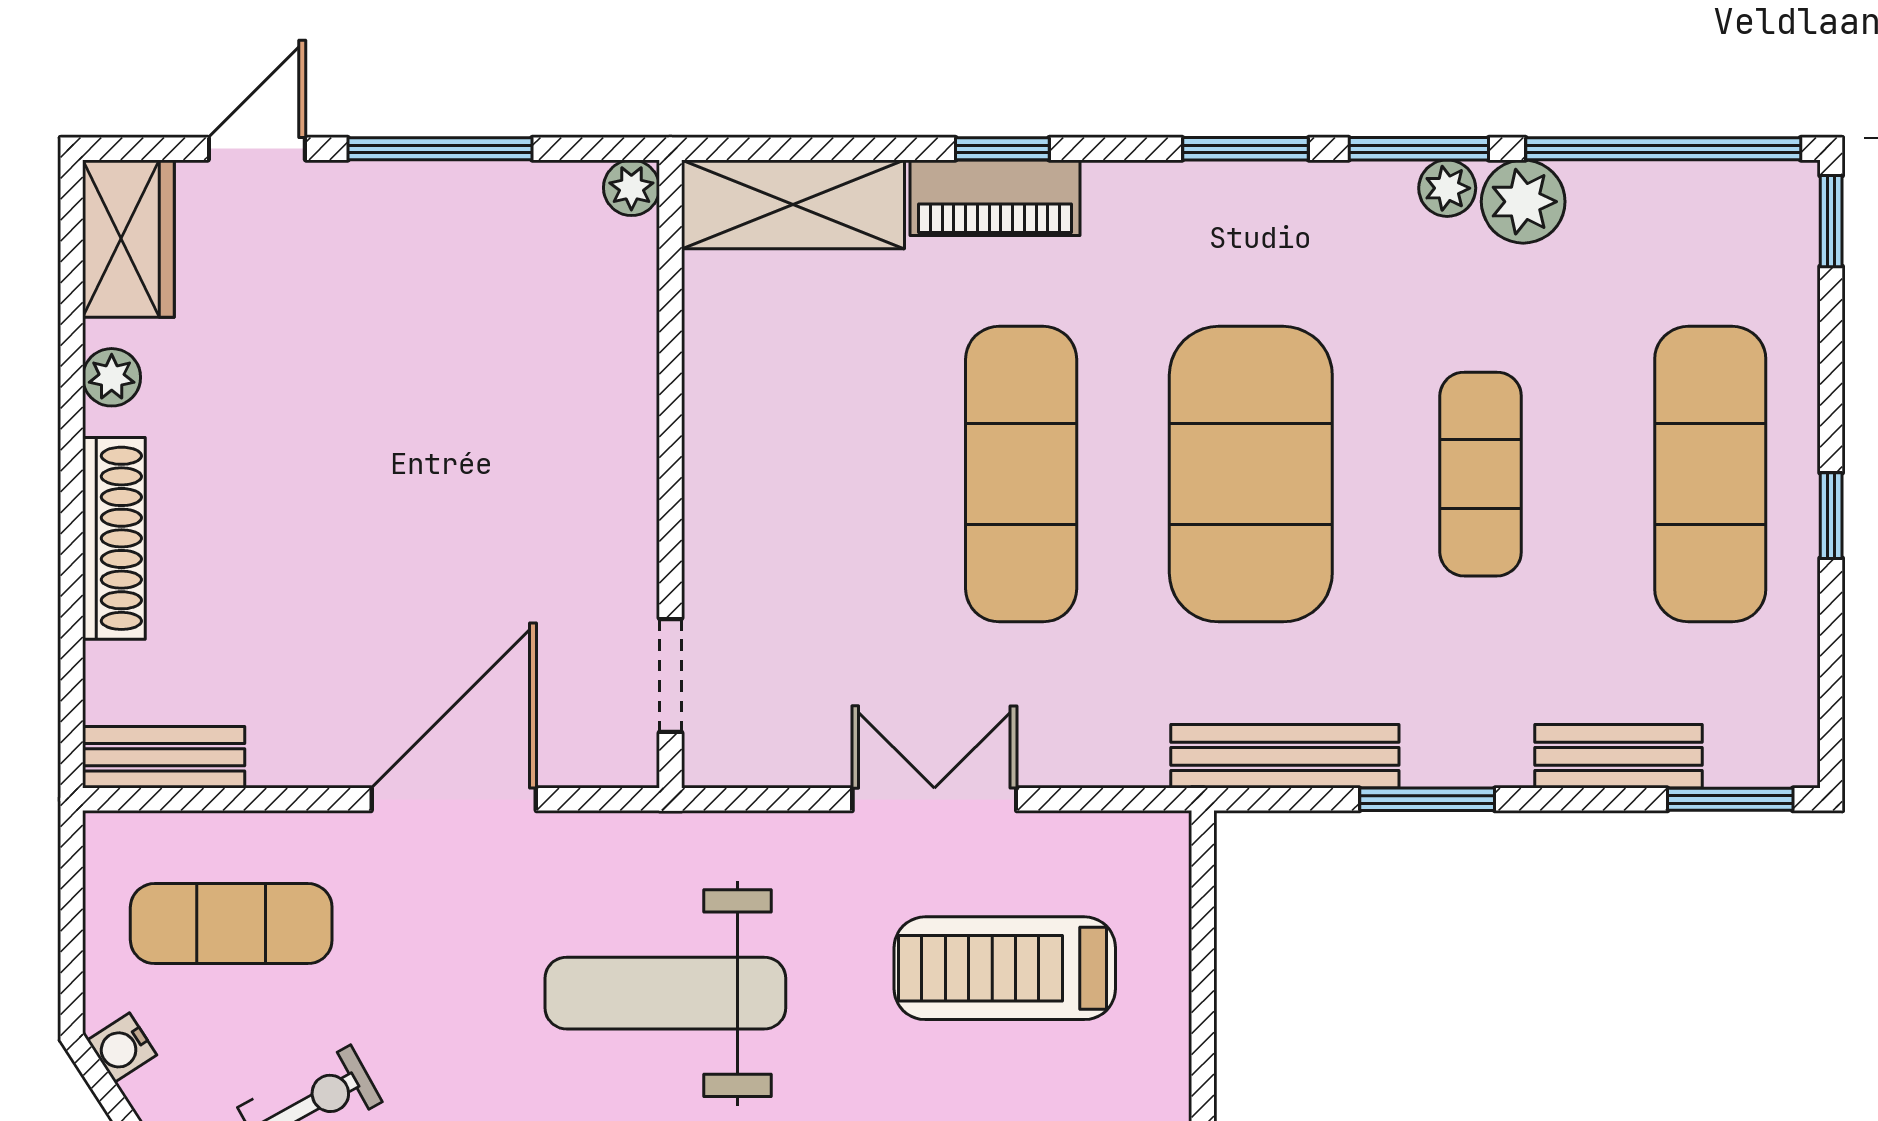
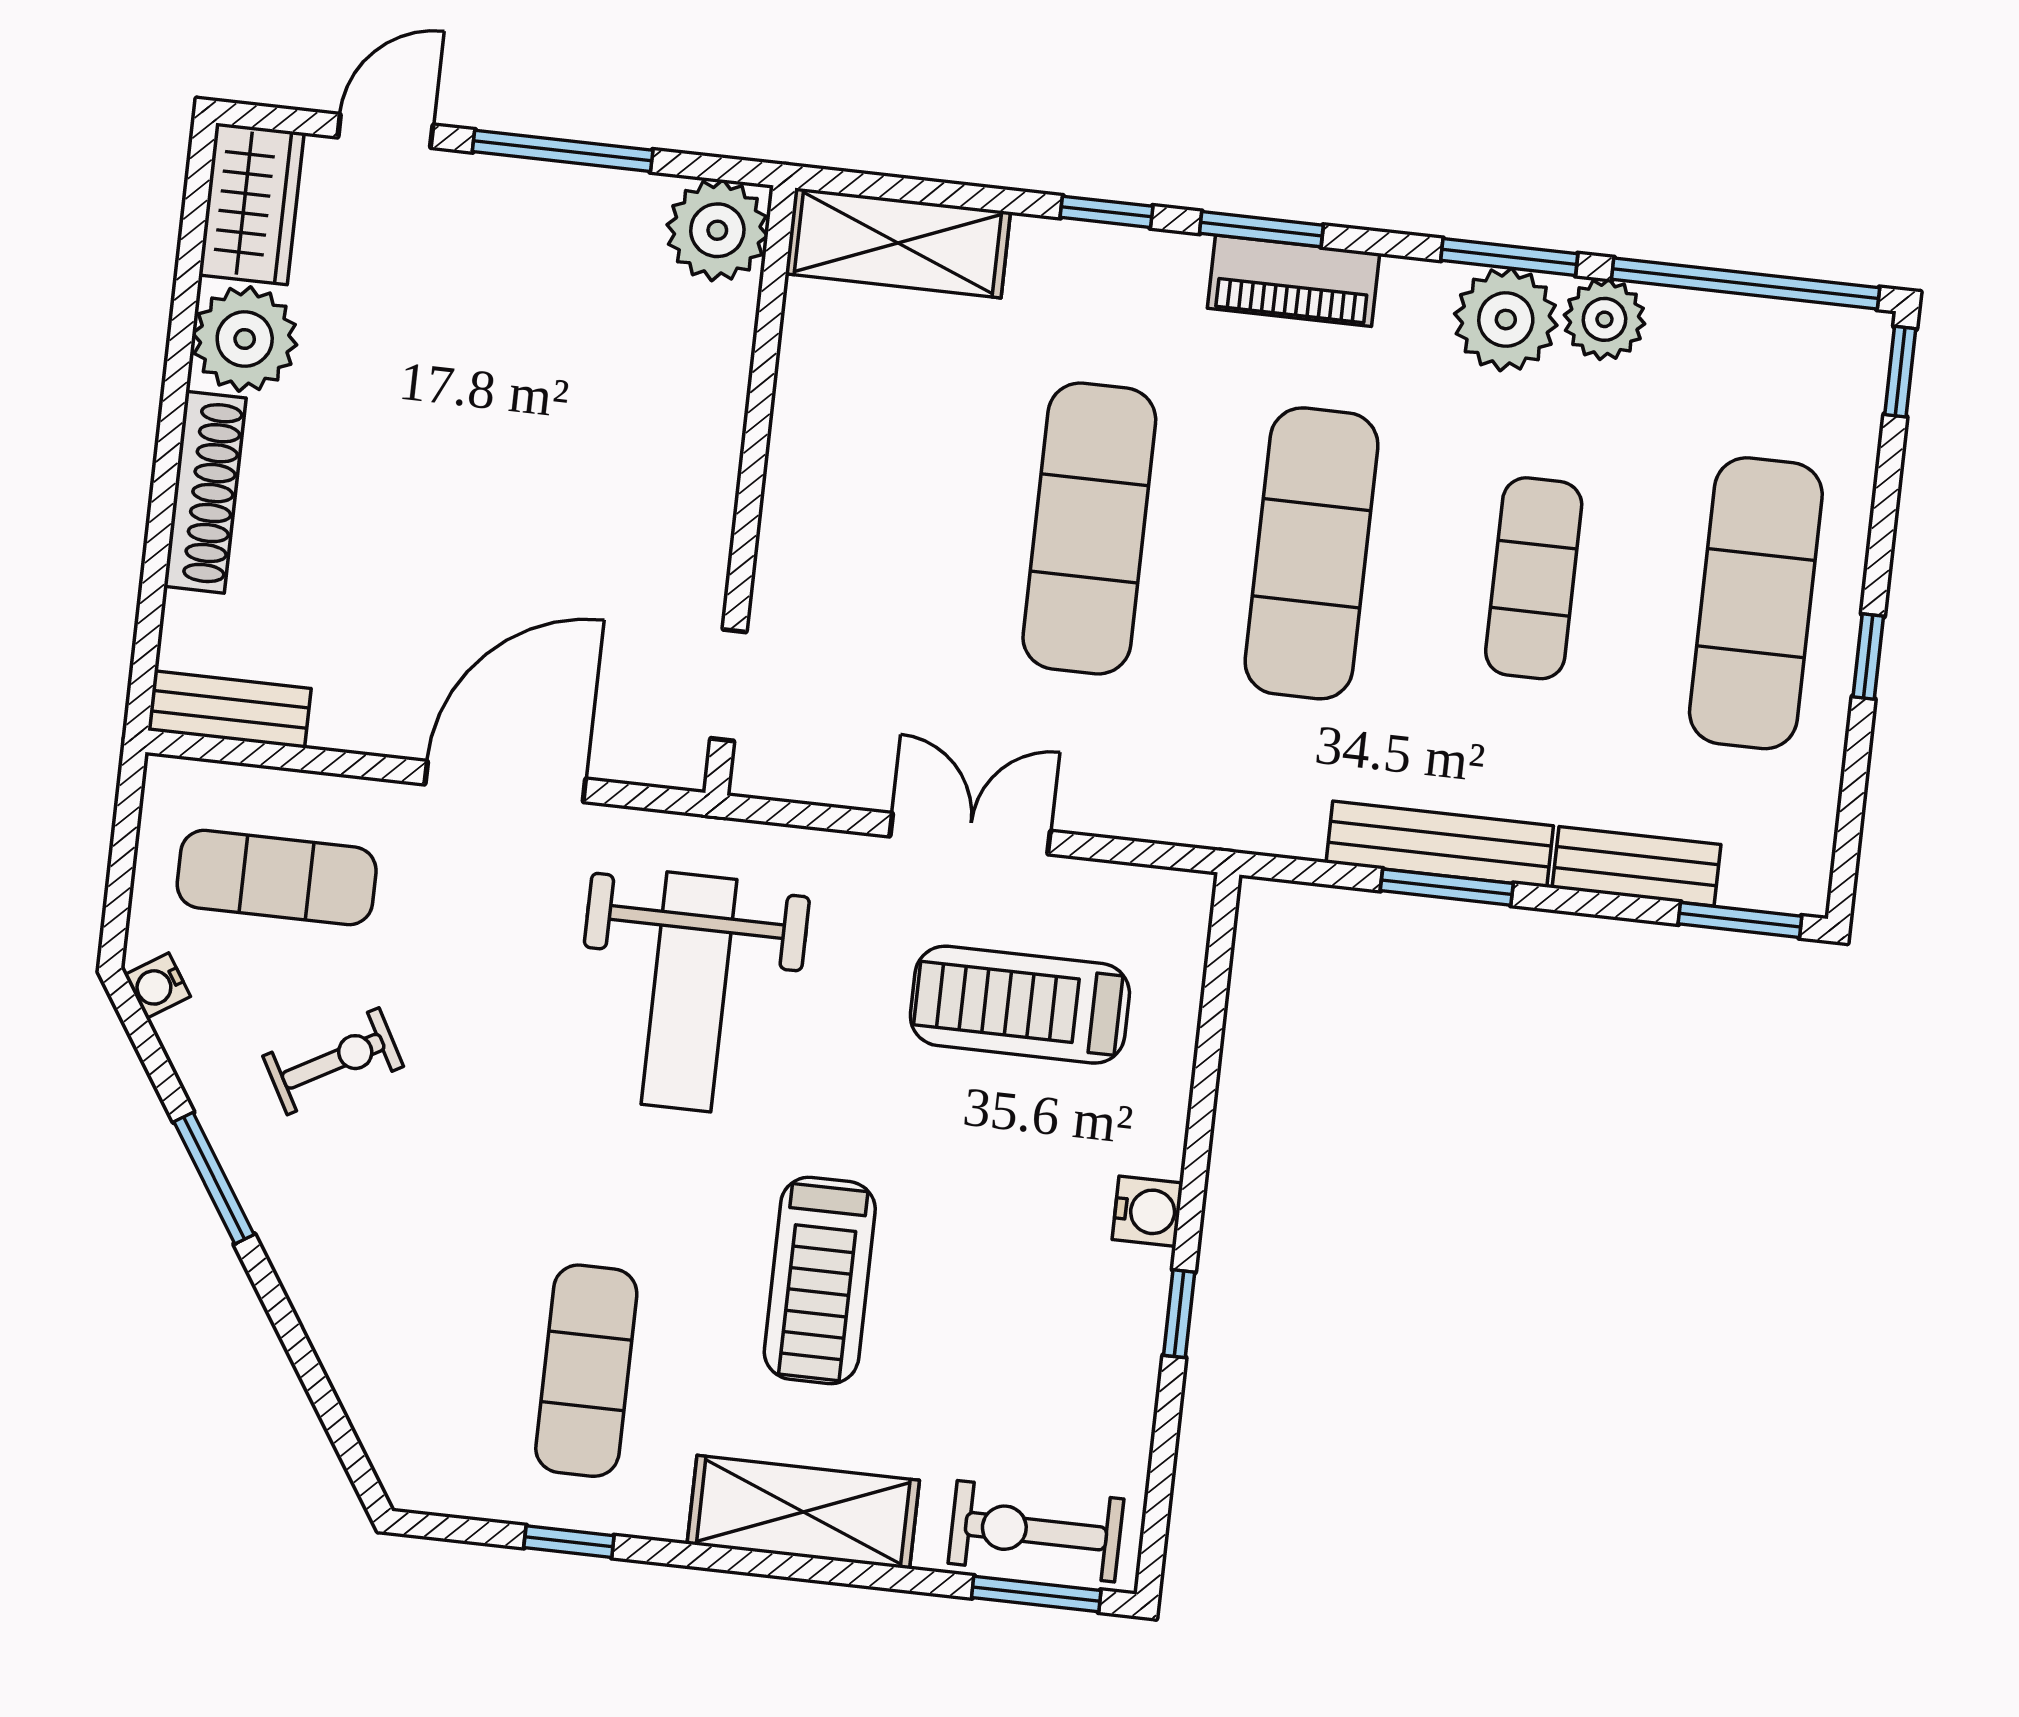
window: (1246, 149) -> (1261, 229), moved
plant: (631, 188) -> (717, 230), width x1.87, depth x1.87
plant: (1447, 188) -> (1506, 320), width x1.87, depth x1.87
piano: (995, 198) -> (1294, 281), moved
plant: (112, 377) -> (245, 339), width x1.88, depth x1.88
exercise mat: (1251, 474) -> (1312, 553), width x0.68
bench: (1285, 756) -> (1440, 844), moved
weight bench: (665, 993) -> (689, 992), turned -90

